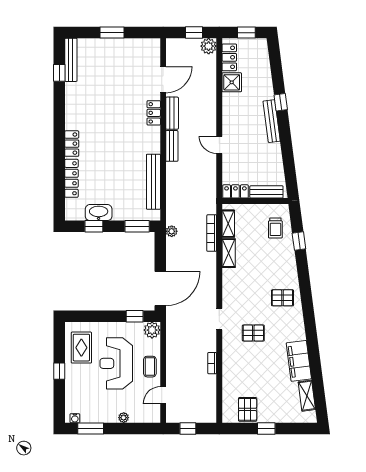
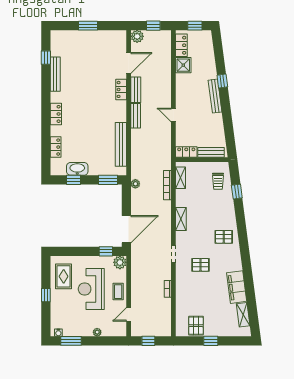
plant: (209, 46) -> (137, 36), moved
bench: (71, 60) -> (55, 74), moved
locker: (71, 178) -> (56, 147), width x0.66
shelving: (229, 253) -> (181, 219), moved

